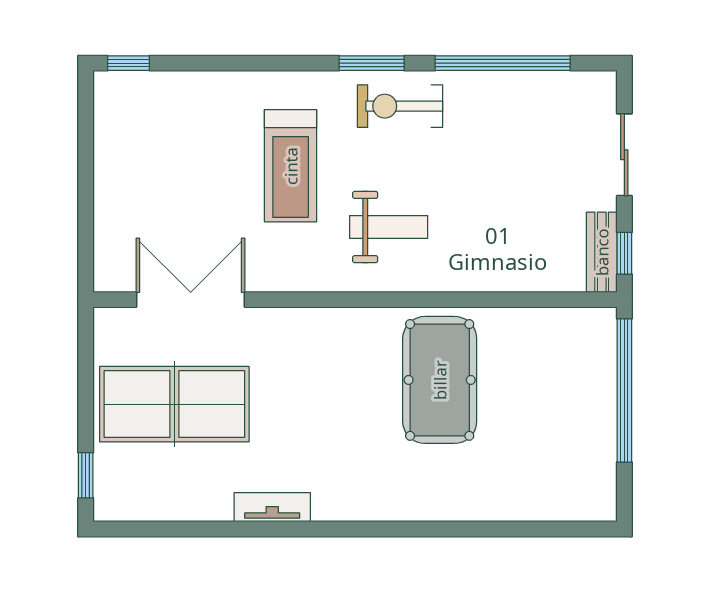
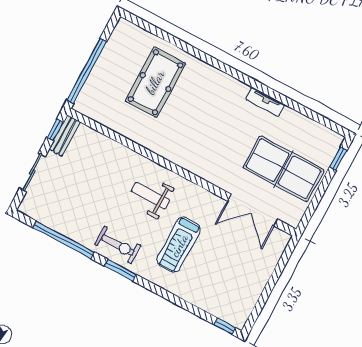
treadmill: (291, 166) -> (179, 245), turned 180
pool table: (440, 380) -> (155, 82), moved

